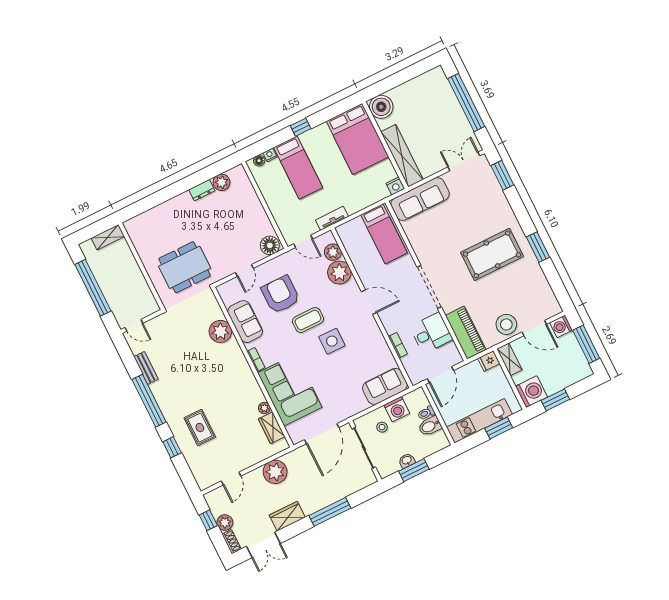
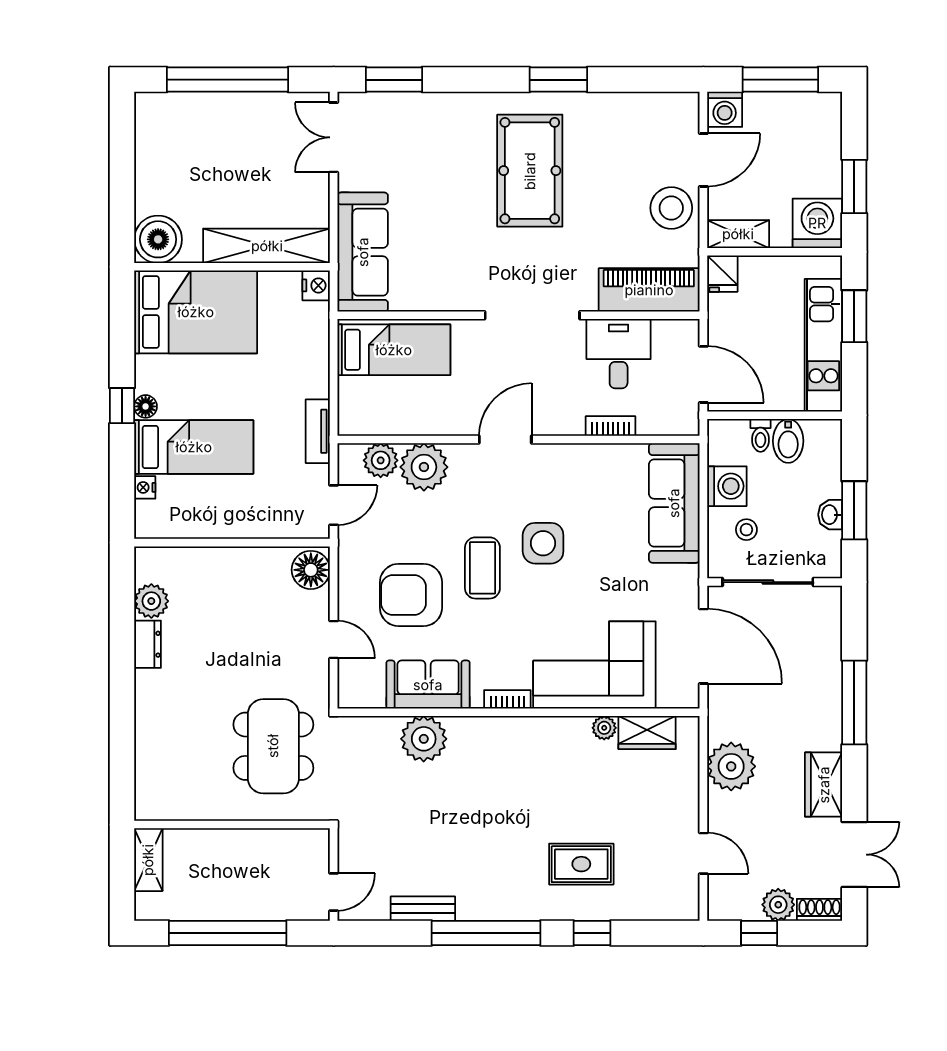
floor lamp: (259, 161) -> (146, 406), moved
sofa: (385, 386) -> (674, 503), width x1.36

